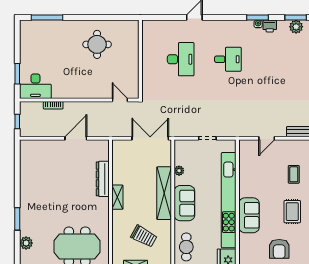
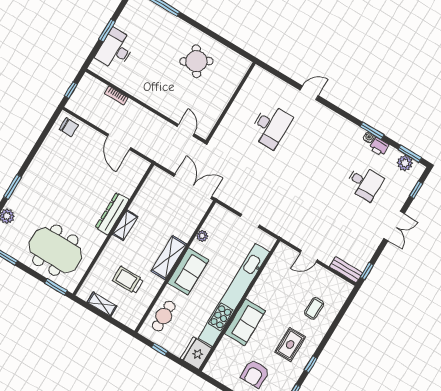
round table: (97, 44) -> (196, 61), turned -32
desk: (228, 59) -> (364, 183), moved
window: (17, 74) -> (107, 30), moved
desk: (35, 86) -> (116, 49), moved, turned 90
door: (76, 138) -> (119, 142), swing flipped
chair: (32, 150) -> (69, 127), added
dresser: (103, 179) -> (112, 214), moved
shelving: (164, 193) -> (169, 258), width x0.68
trolley: (144, 236) -> (128, 280), turned 151

